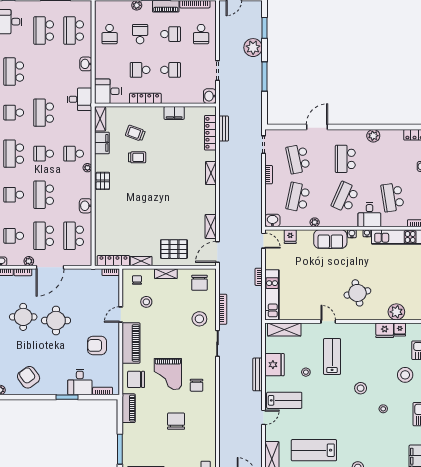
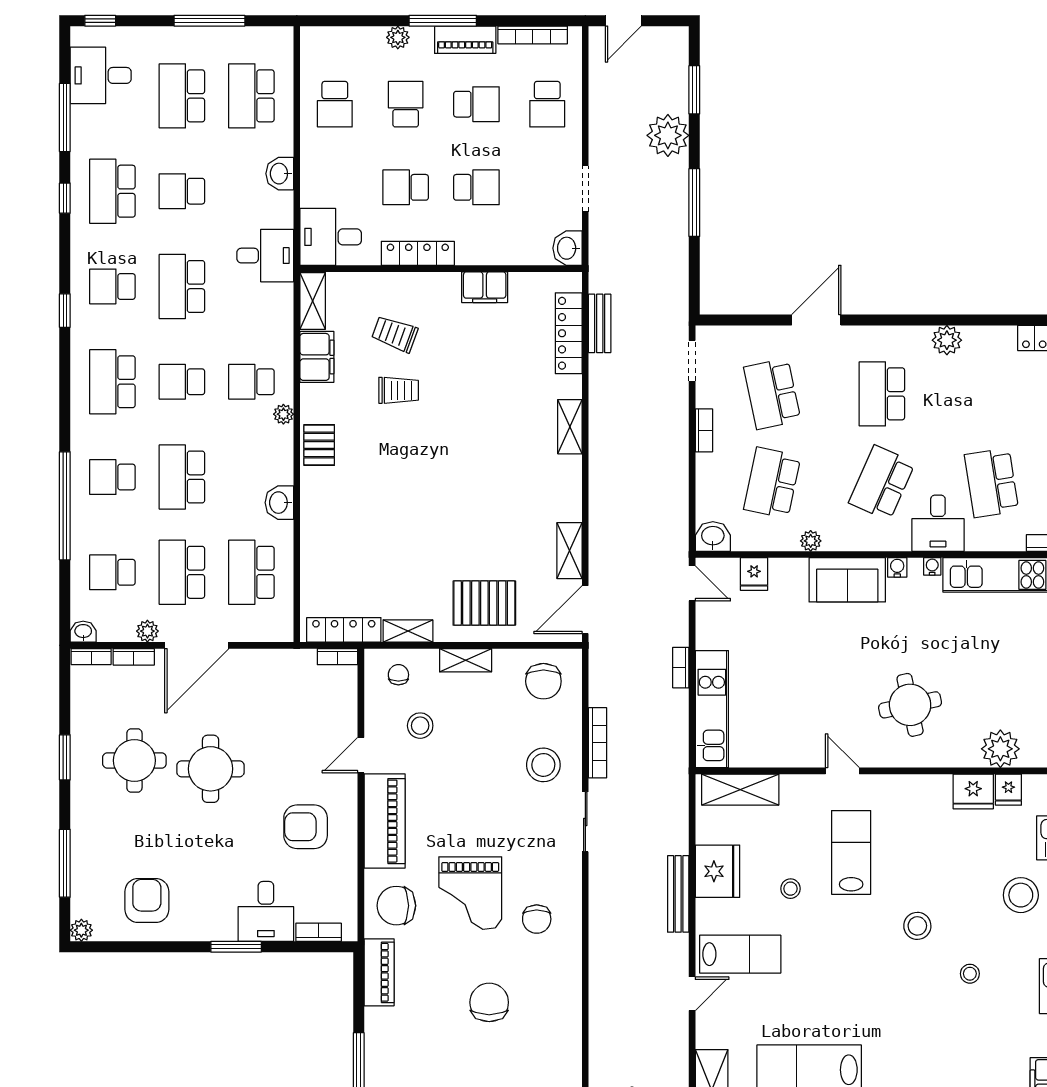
school desk: (44, 72) -> (182, 191), added
armchair: (29, 377) -> (147, 901), turned 36

